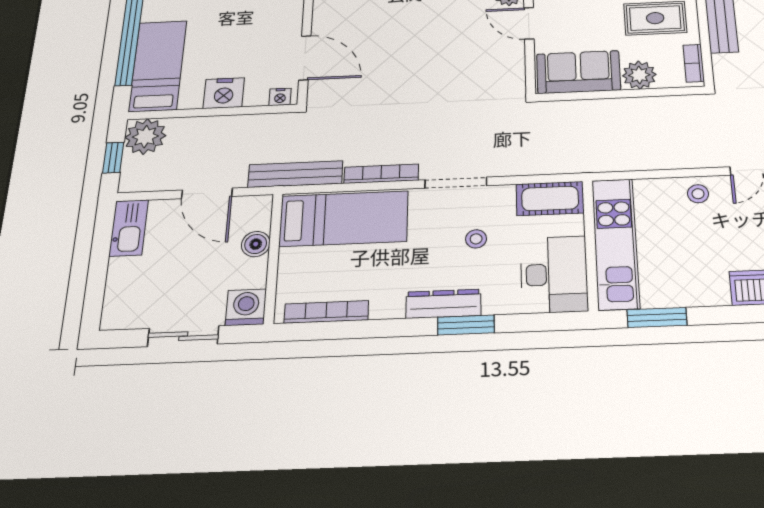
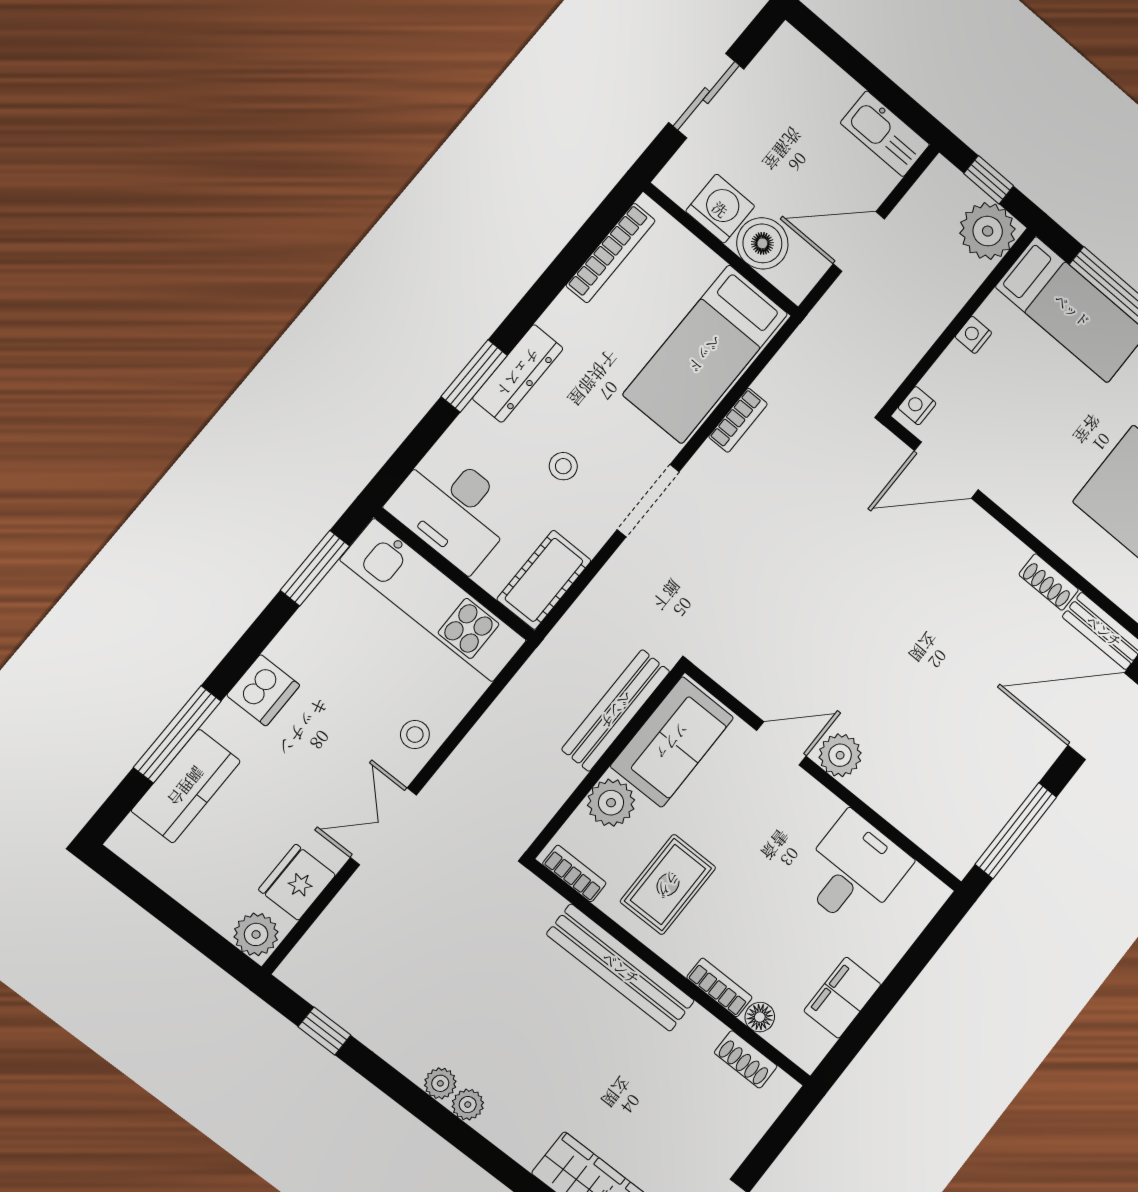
nightstand: (224, 93) -> (973, 335), width x0.53, depth x0.56
bench: (295, 174) -> (616, 710), moved
bookcase: (381, 174) -> (738, 420), width x0.64
boiler: (256, 244) -> (762, 243), width x1.36, depth x1.36
washing machine: (246, 307) -> (720, 209), moved, turned -90

